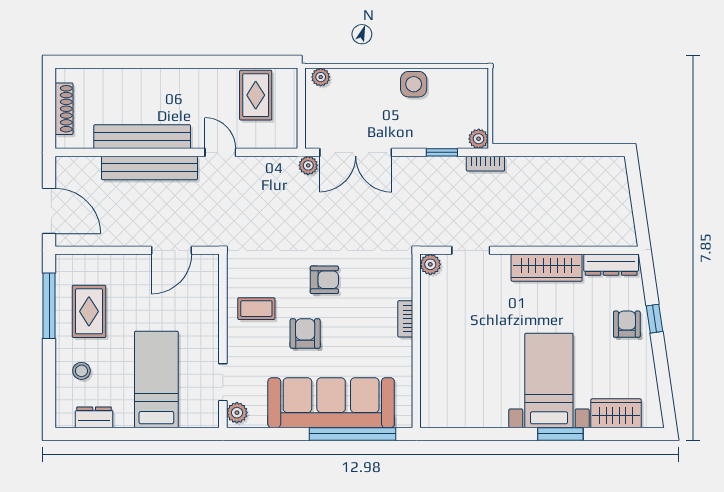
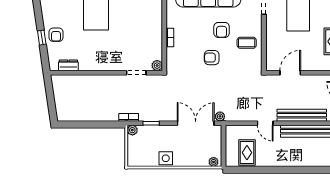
dresser: (611, 265) -> (68, 65), width x0.70
wardrobe: (547, 268) -> (97, 64), removed

